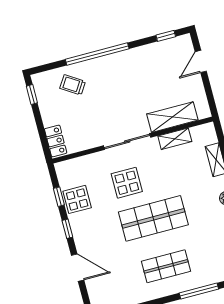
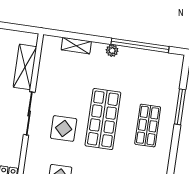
shelving: (175, 139) -> (44, 73), removed

